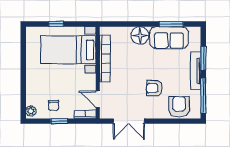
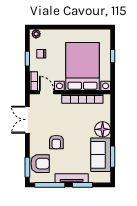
bed with nightstands: (68, 50) -> (83, 67), width x1.36
armchair: (154, 88) -> (56, 142), turned 180
door: (98, 99) -> (47, 92), hinge flipped
window: (183, 121) -> (27, 167), added

